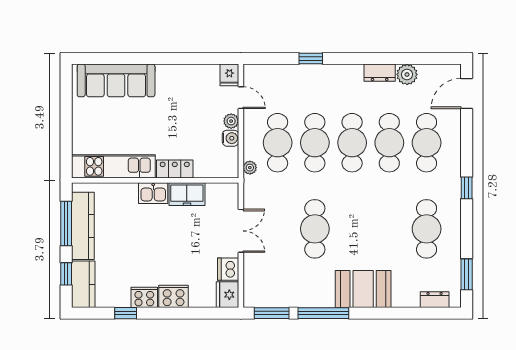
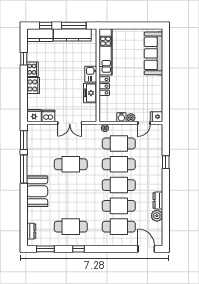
window: (467, 188) -> (79, 249), moved

